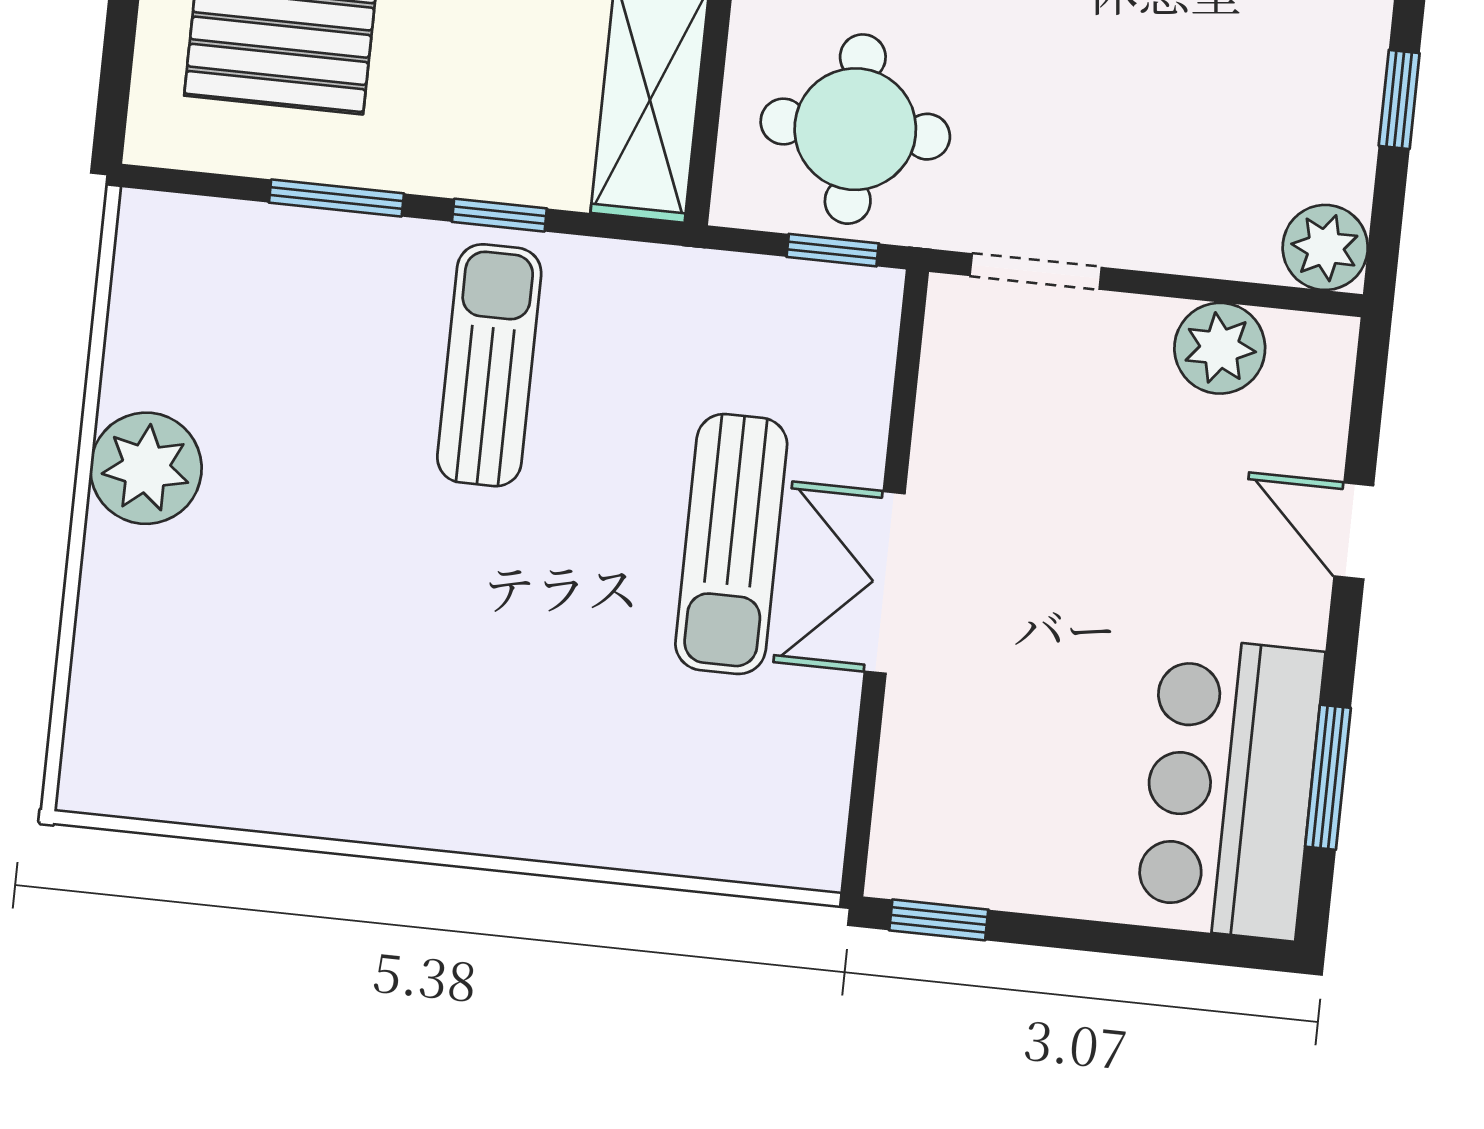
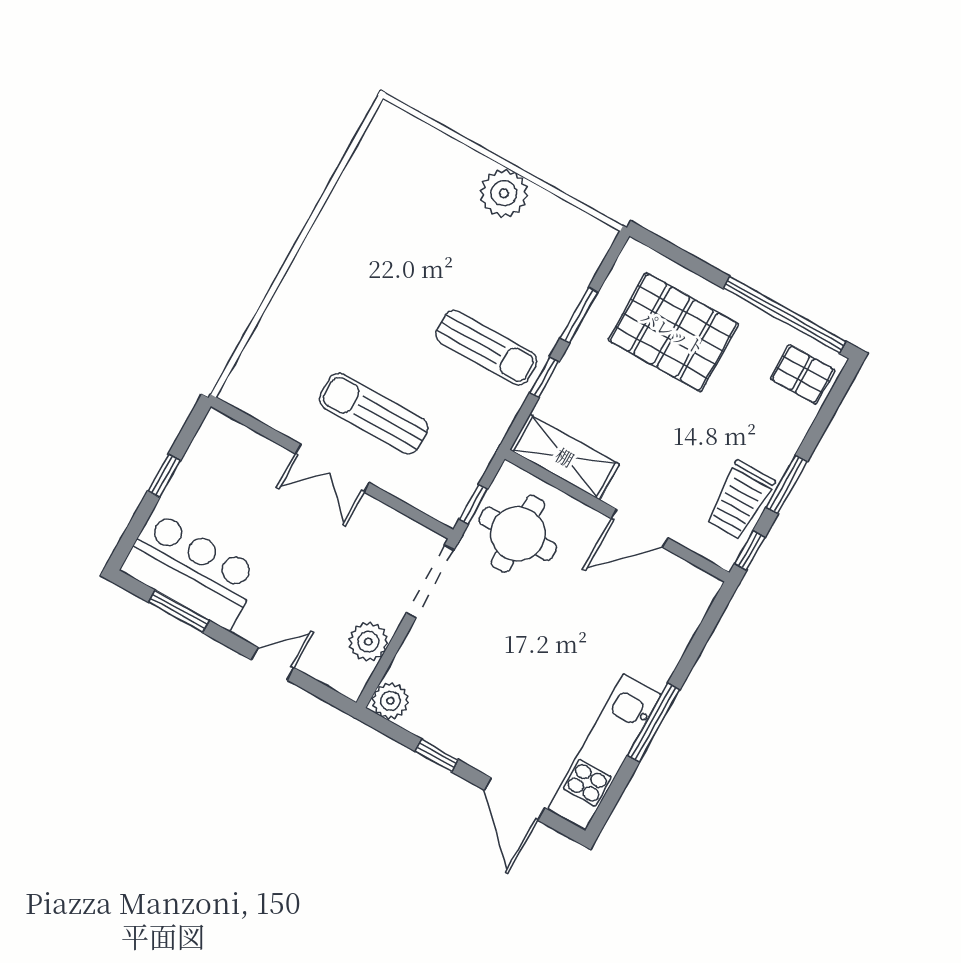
doorway: (1036, 271) -> (430, 581), width x1.38
double door: (885, 582) -> (332, 468), swing flipped
window: (939, 920) -> (164, 476), moved

